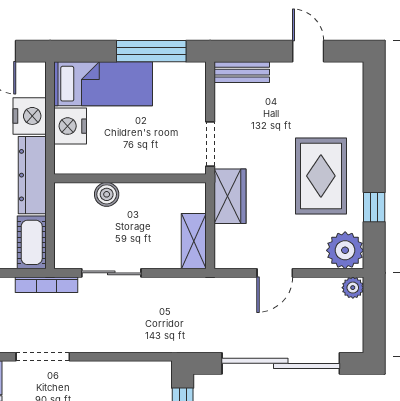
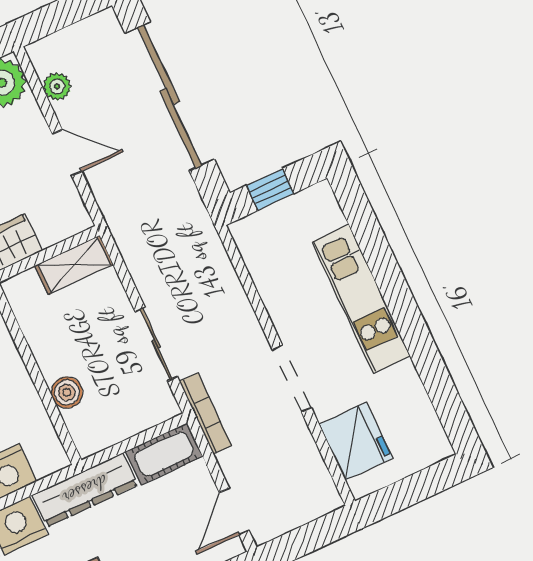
plant: (353, 288) -> (57, 87), moved

